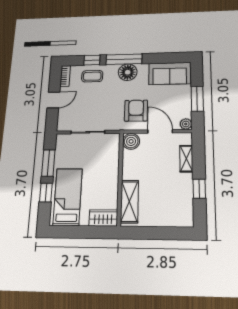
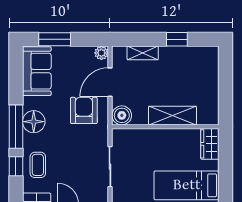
window: (197, 99) -> (55, 39), moved
armchair: (136, 111) -> (84, 110), turned 90
shelving: (129, 201) -> (172, 116), moved

